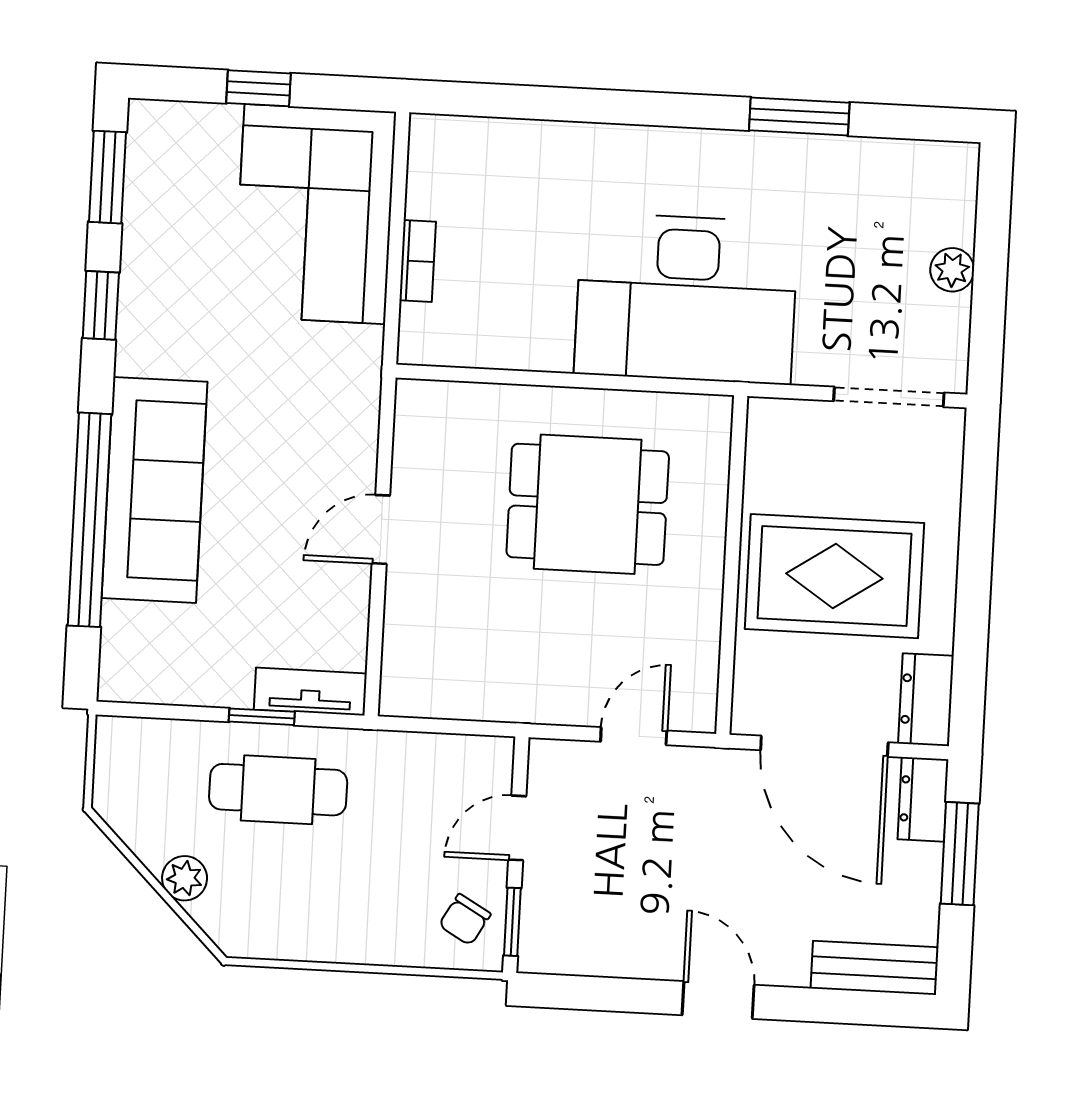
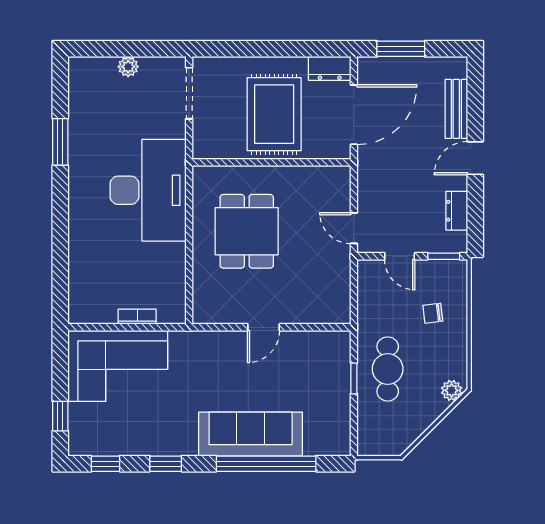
window: (258, 88) -> (60, 416), moved
window: (107, 177) -> (105, 464), width x0.67
door: (381, 529) -> (263, 327), hinge flipped
tv unit: (310, 692) -> (341, 356), removed
door: (634, 736) -> (354, 228), moved
dresser: (923, 799) -> (457, 211), moved, turned 90
plant: (185, 878) -> (452, 390), moved
chair: (465, 920) -> (433, 313), moved, turned 143
bench: (875, 968) -> (456, 109), moved

